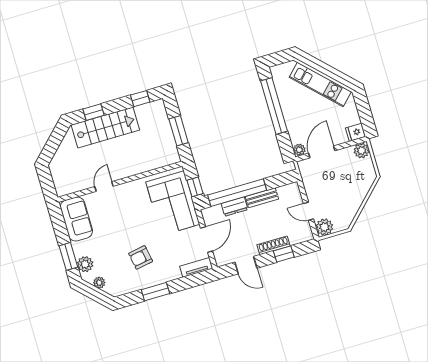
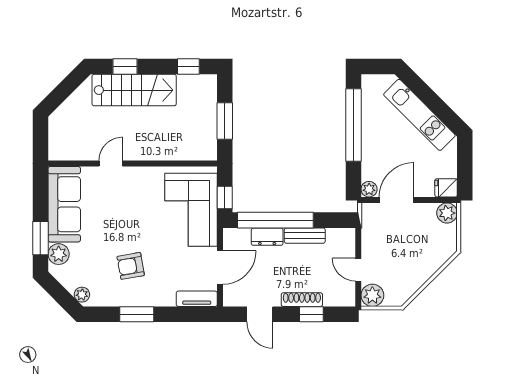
sofa: (76, 219) -> (64, 204), width x1.36
plant: (99, 283) -> (82, 295), moved

